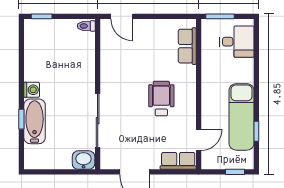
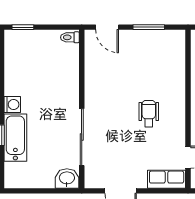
window: (161, 16) -> (149, 27), added
row of seats: (187, 46) -> (176, 58), removed
wheelchair: (161, 98) -> (149, 114), width x0.73, depth x0.73

